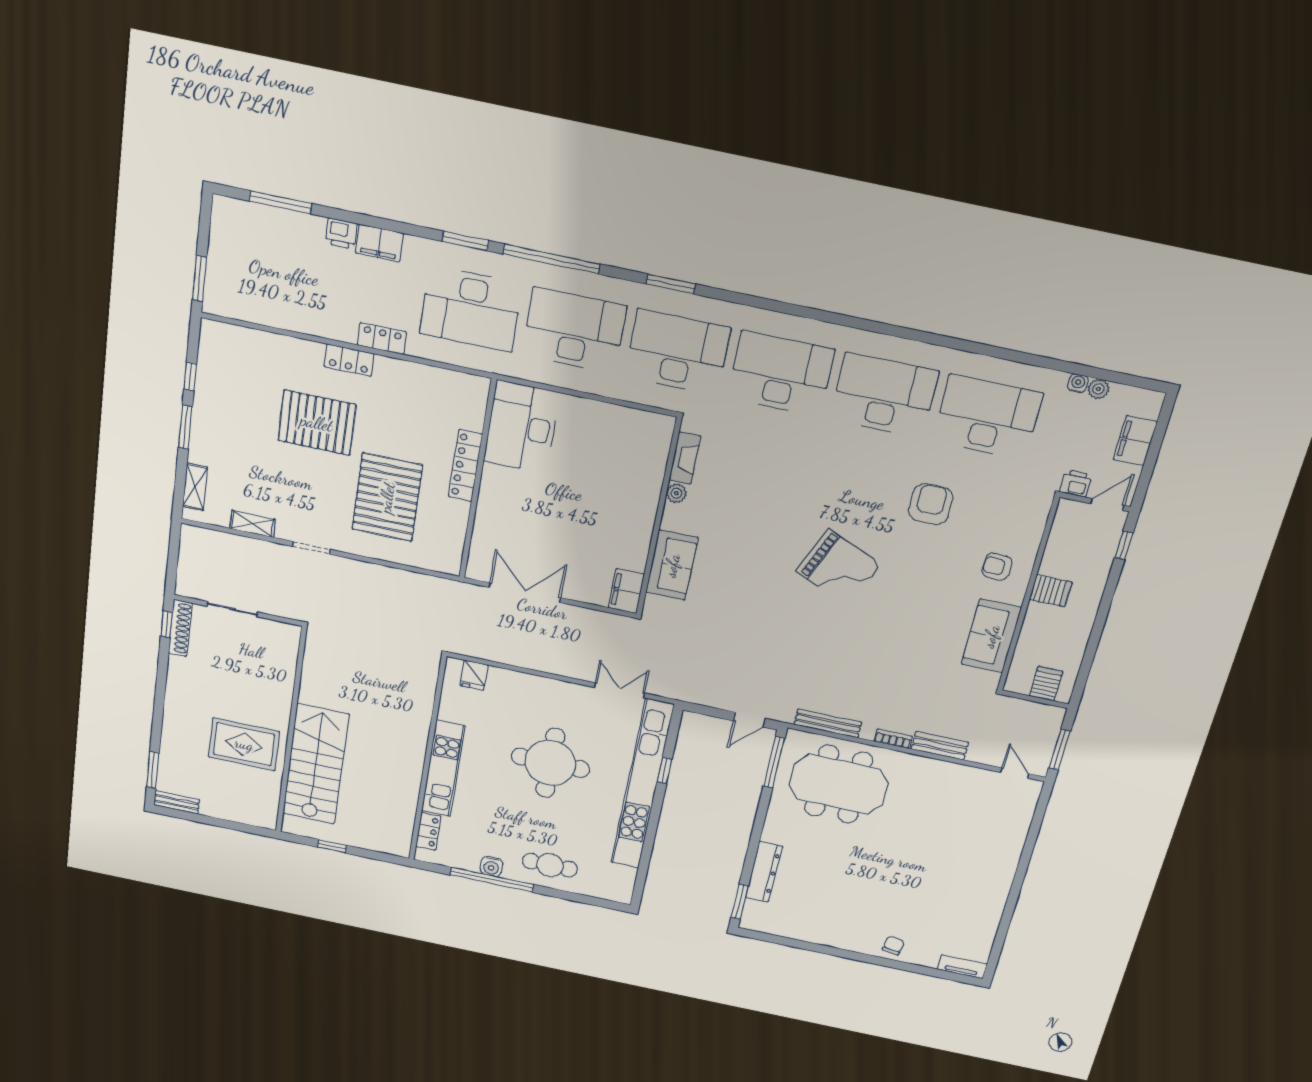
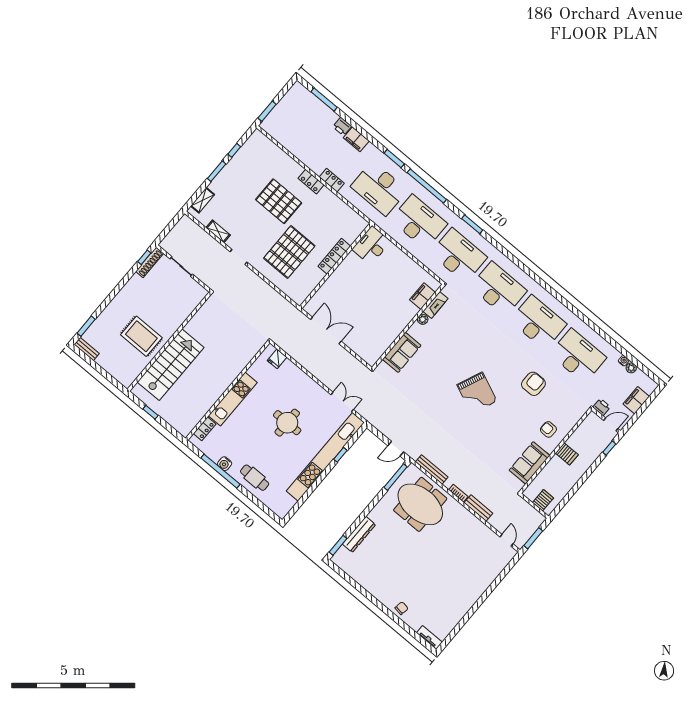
desk: (522, 427) -> (371, 245), width x0.73, depth x0.77
filing cabinet: (626, 591) -> (422, 296), moved
round table: (550, 763) -> (287, 423), width x0.73, depth x0.73

